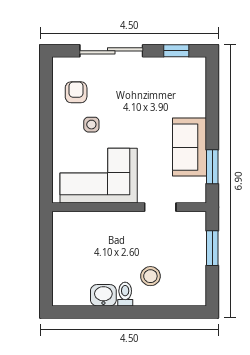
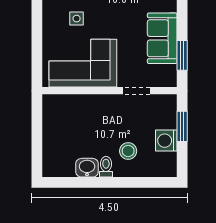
washing machine: (194, 264) -> (166, 141), added

